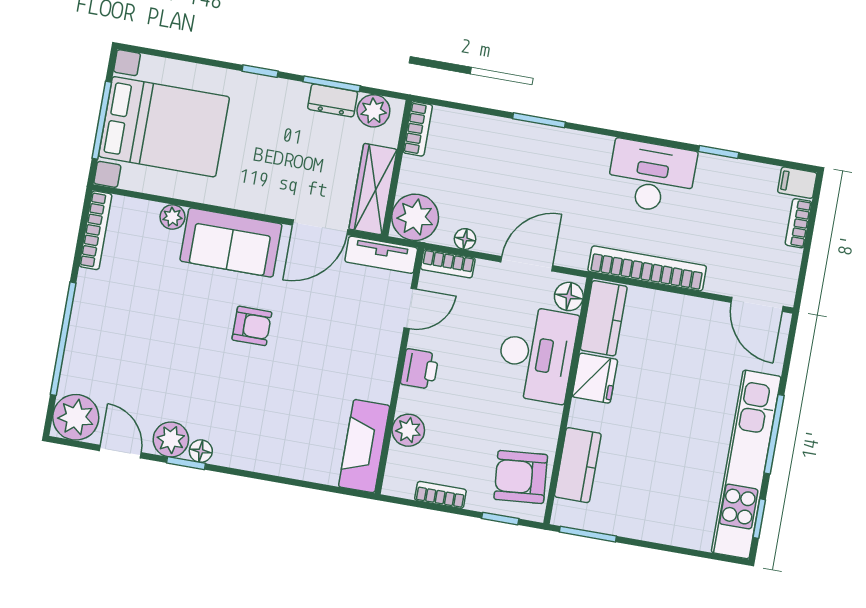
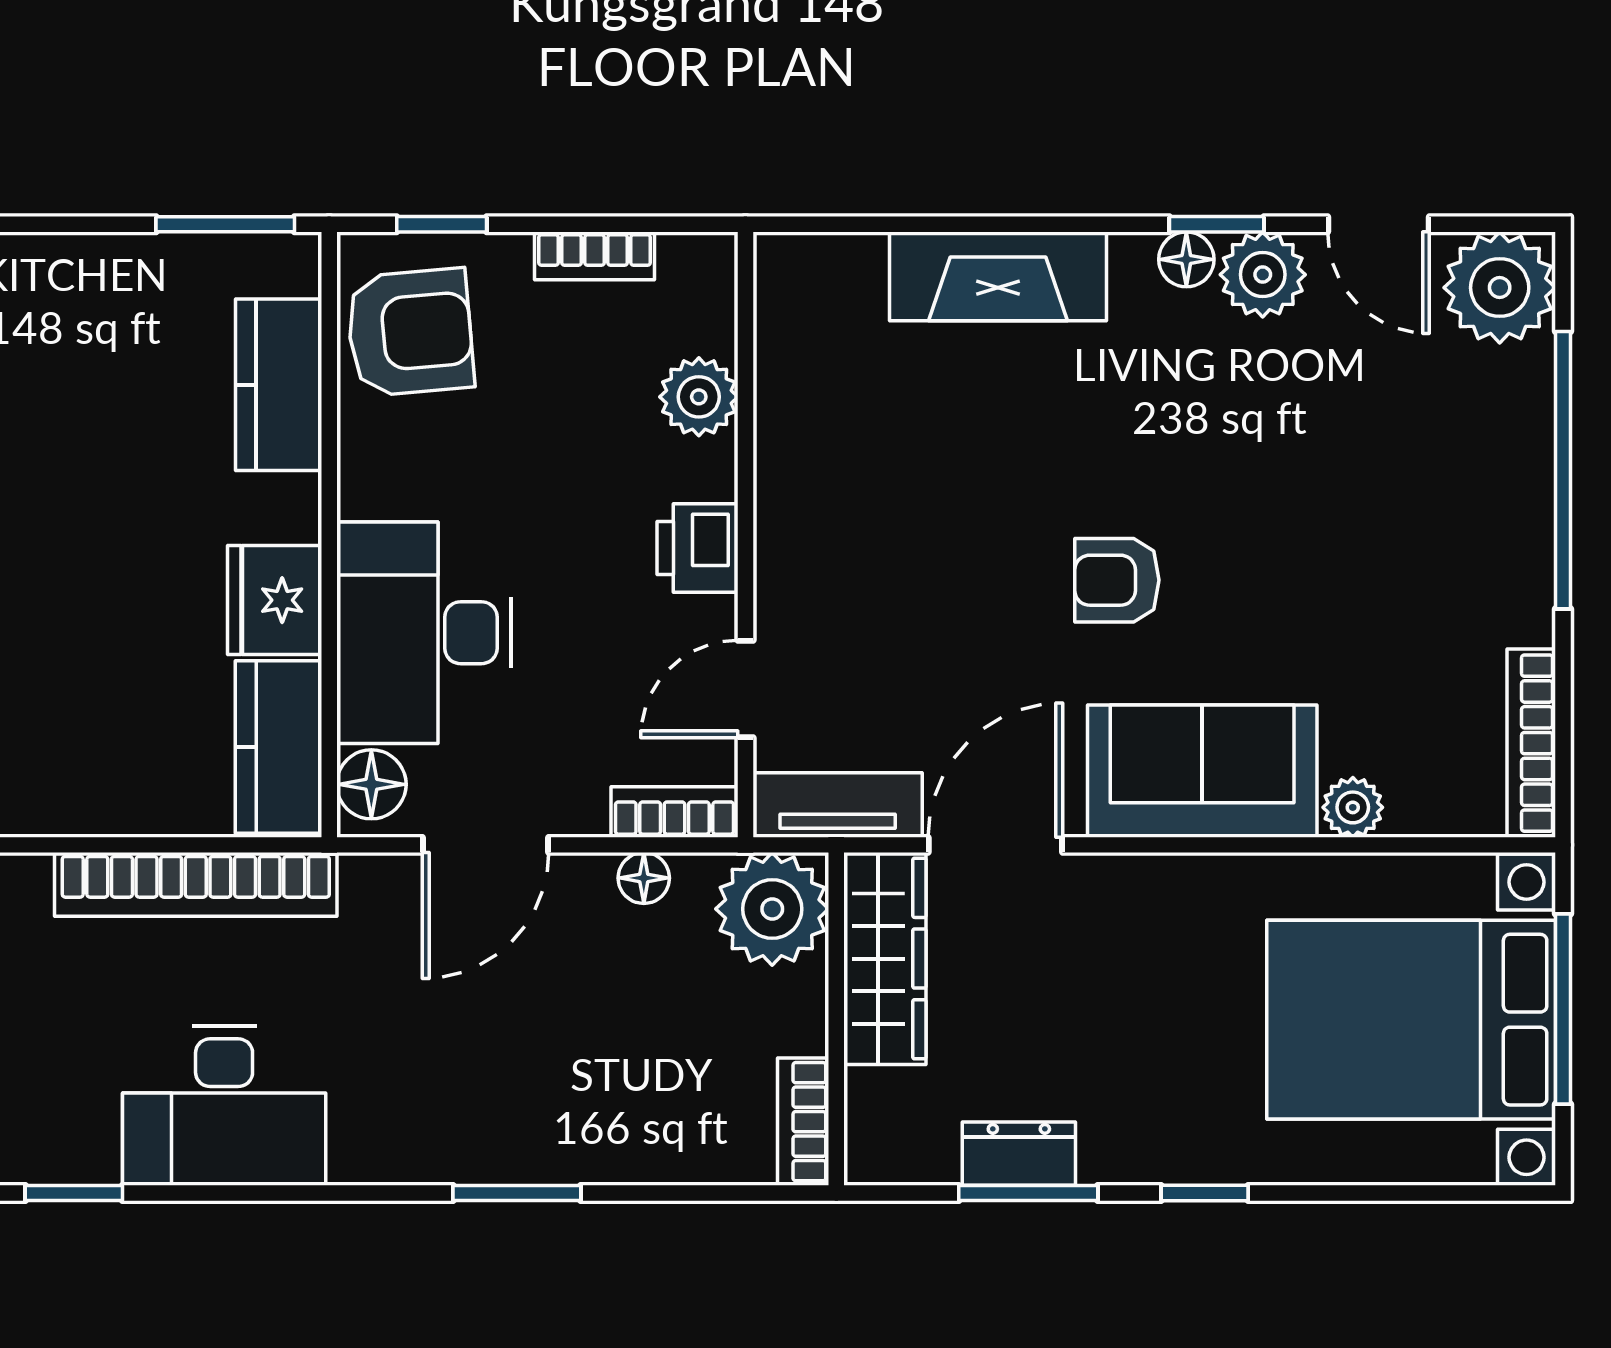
plant: (373, 111) -> (917, 1146), removed
fireplace: (364, 446) -> (998, 276), moved, turned 90

